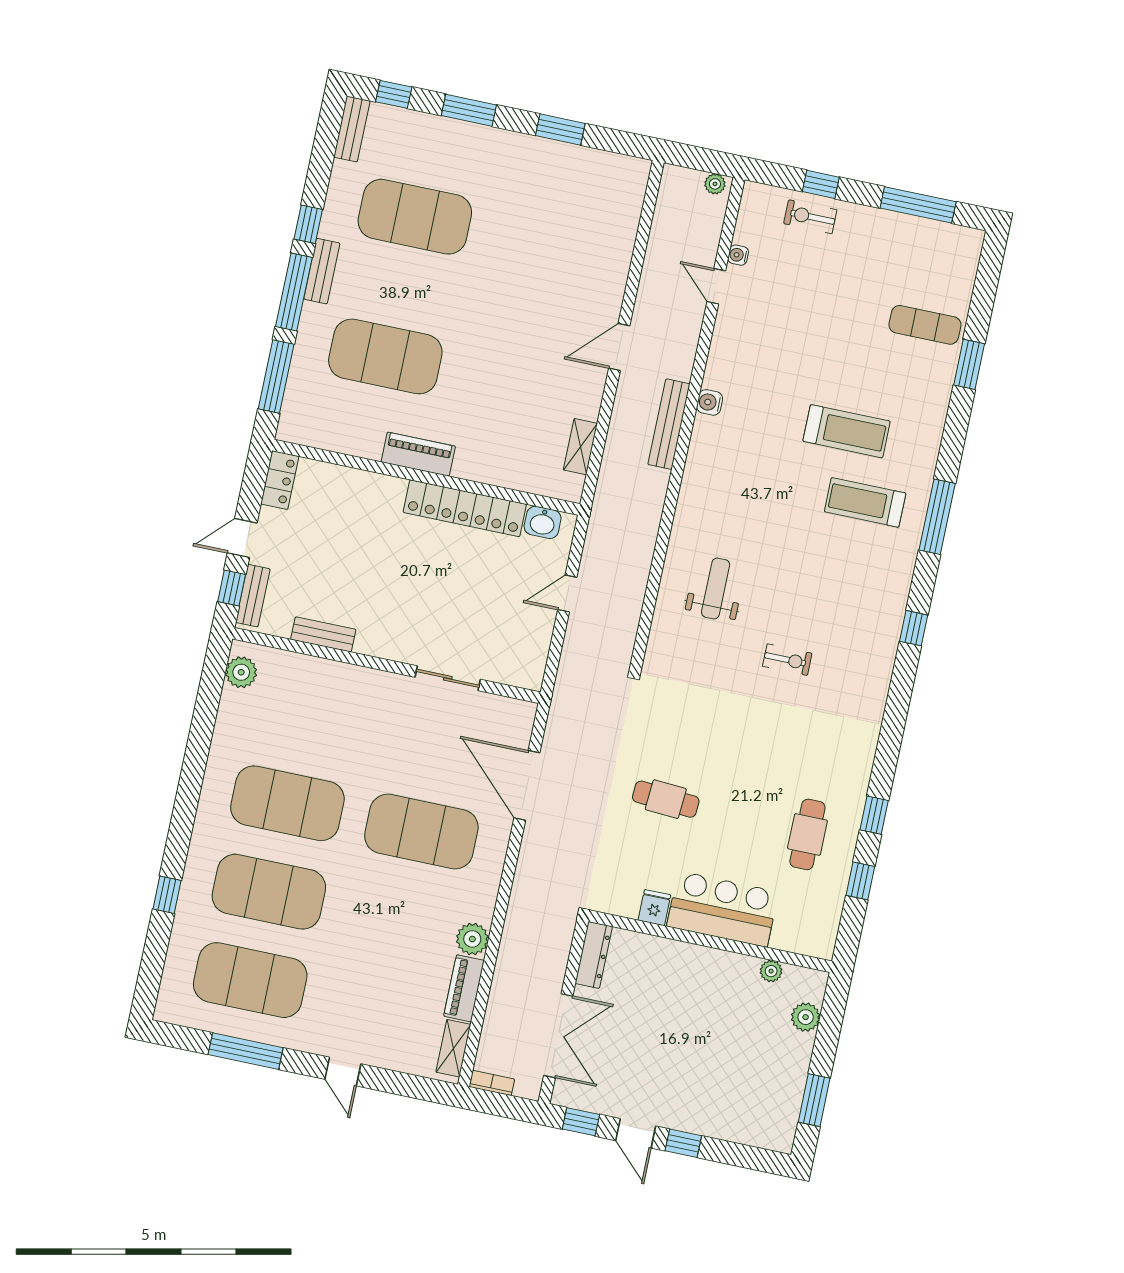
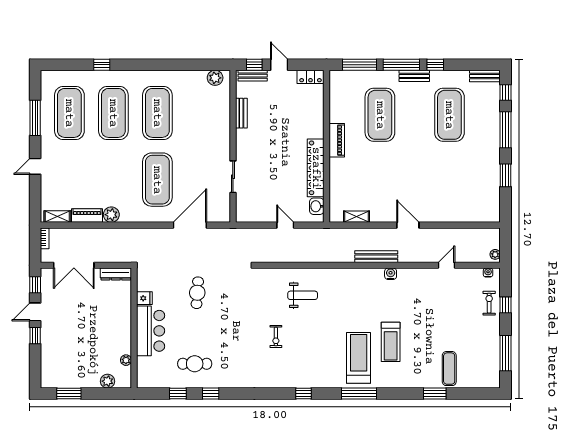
window: (469, 110) -> (506, 130), width x1.44
water cooler: (738, 255) -> (488, 273), moved
treadmill: (865, 502) -> (359, 358), width x1.37, depth x1.38

